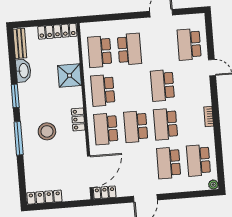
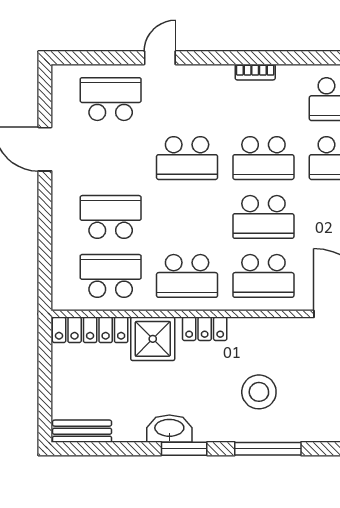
locker: (57, 31) -> (90, 330), moved, turned 90
school desk: (189, 44) -> (111, 99), turned 180
school desk: (100, 52) -> (111, 276), turned 180
washbasin: (23, 71) -> (169, 429), moved
locker: (78, 119) -> (205, 329), moved

